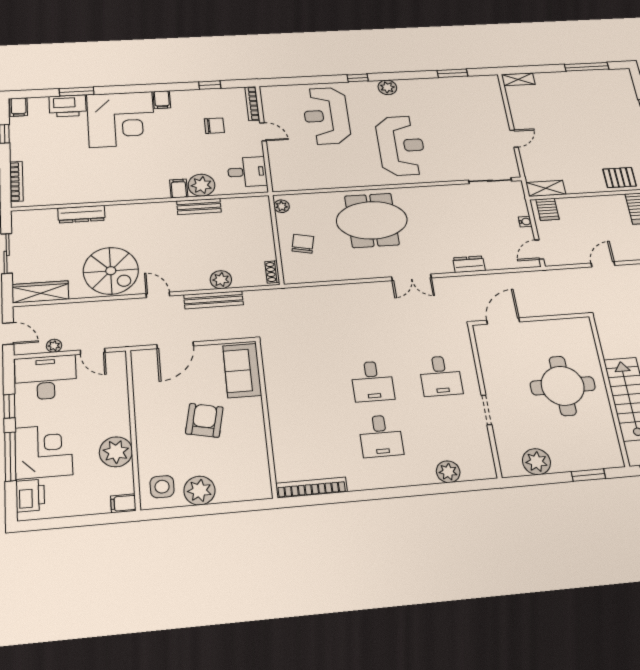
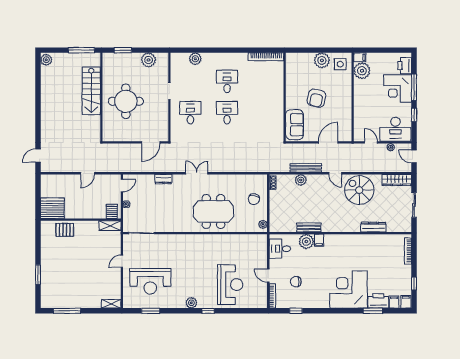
filing cabinet: (162, 100) -> (394, 302), moved
reception desk: (401, 146) -> (150, 281), moved, turned -90
plant: (116, 452) -> (362, 71), moved

